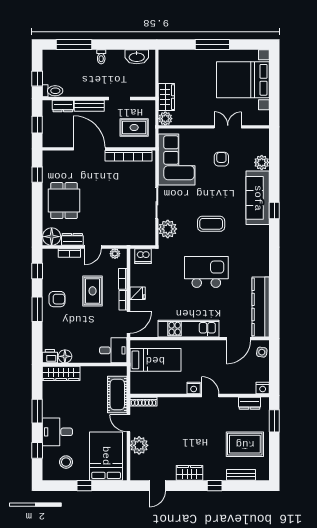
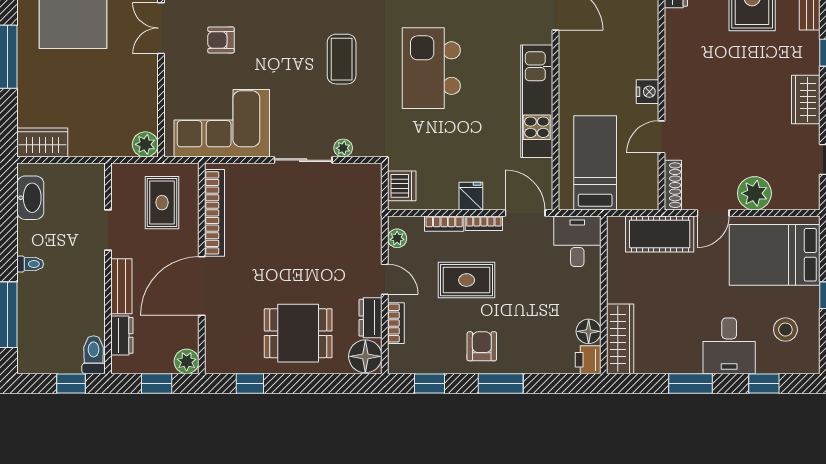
wardrobe: (166, 97) -> (42, 142), moved
plant: (49, 141) -> (187, 361), added
plant: (168, 229) -> (343, 148), width x0.53, depth x0.53
door: (210, 396) -> (662, 137), moved

